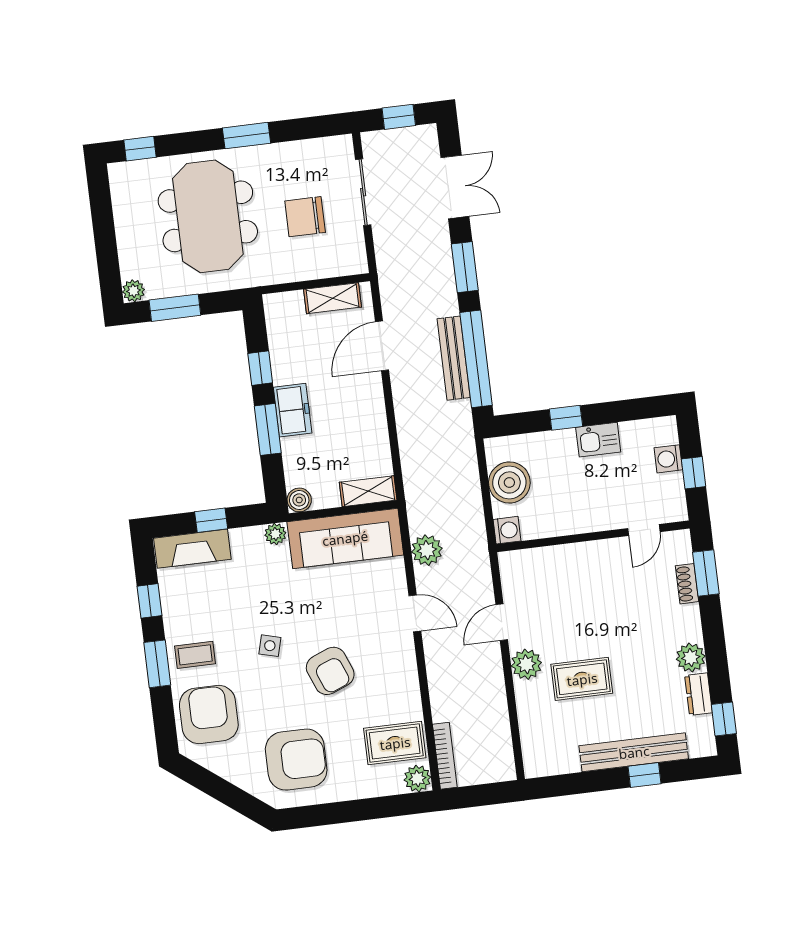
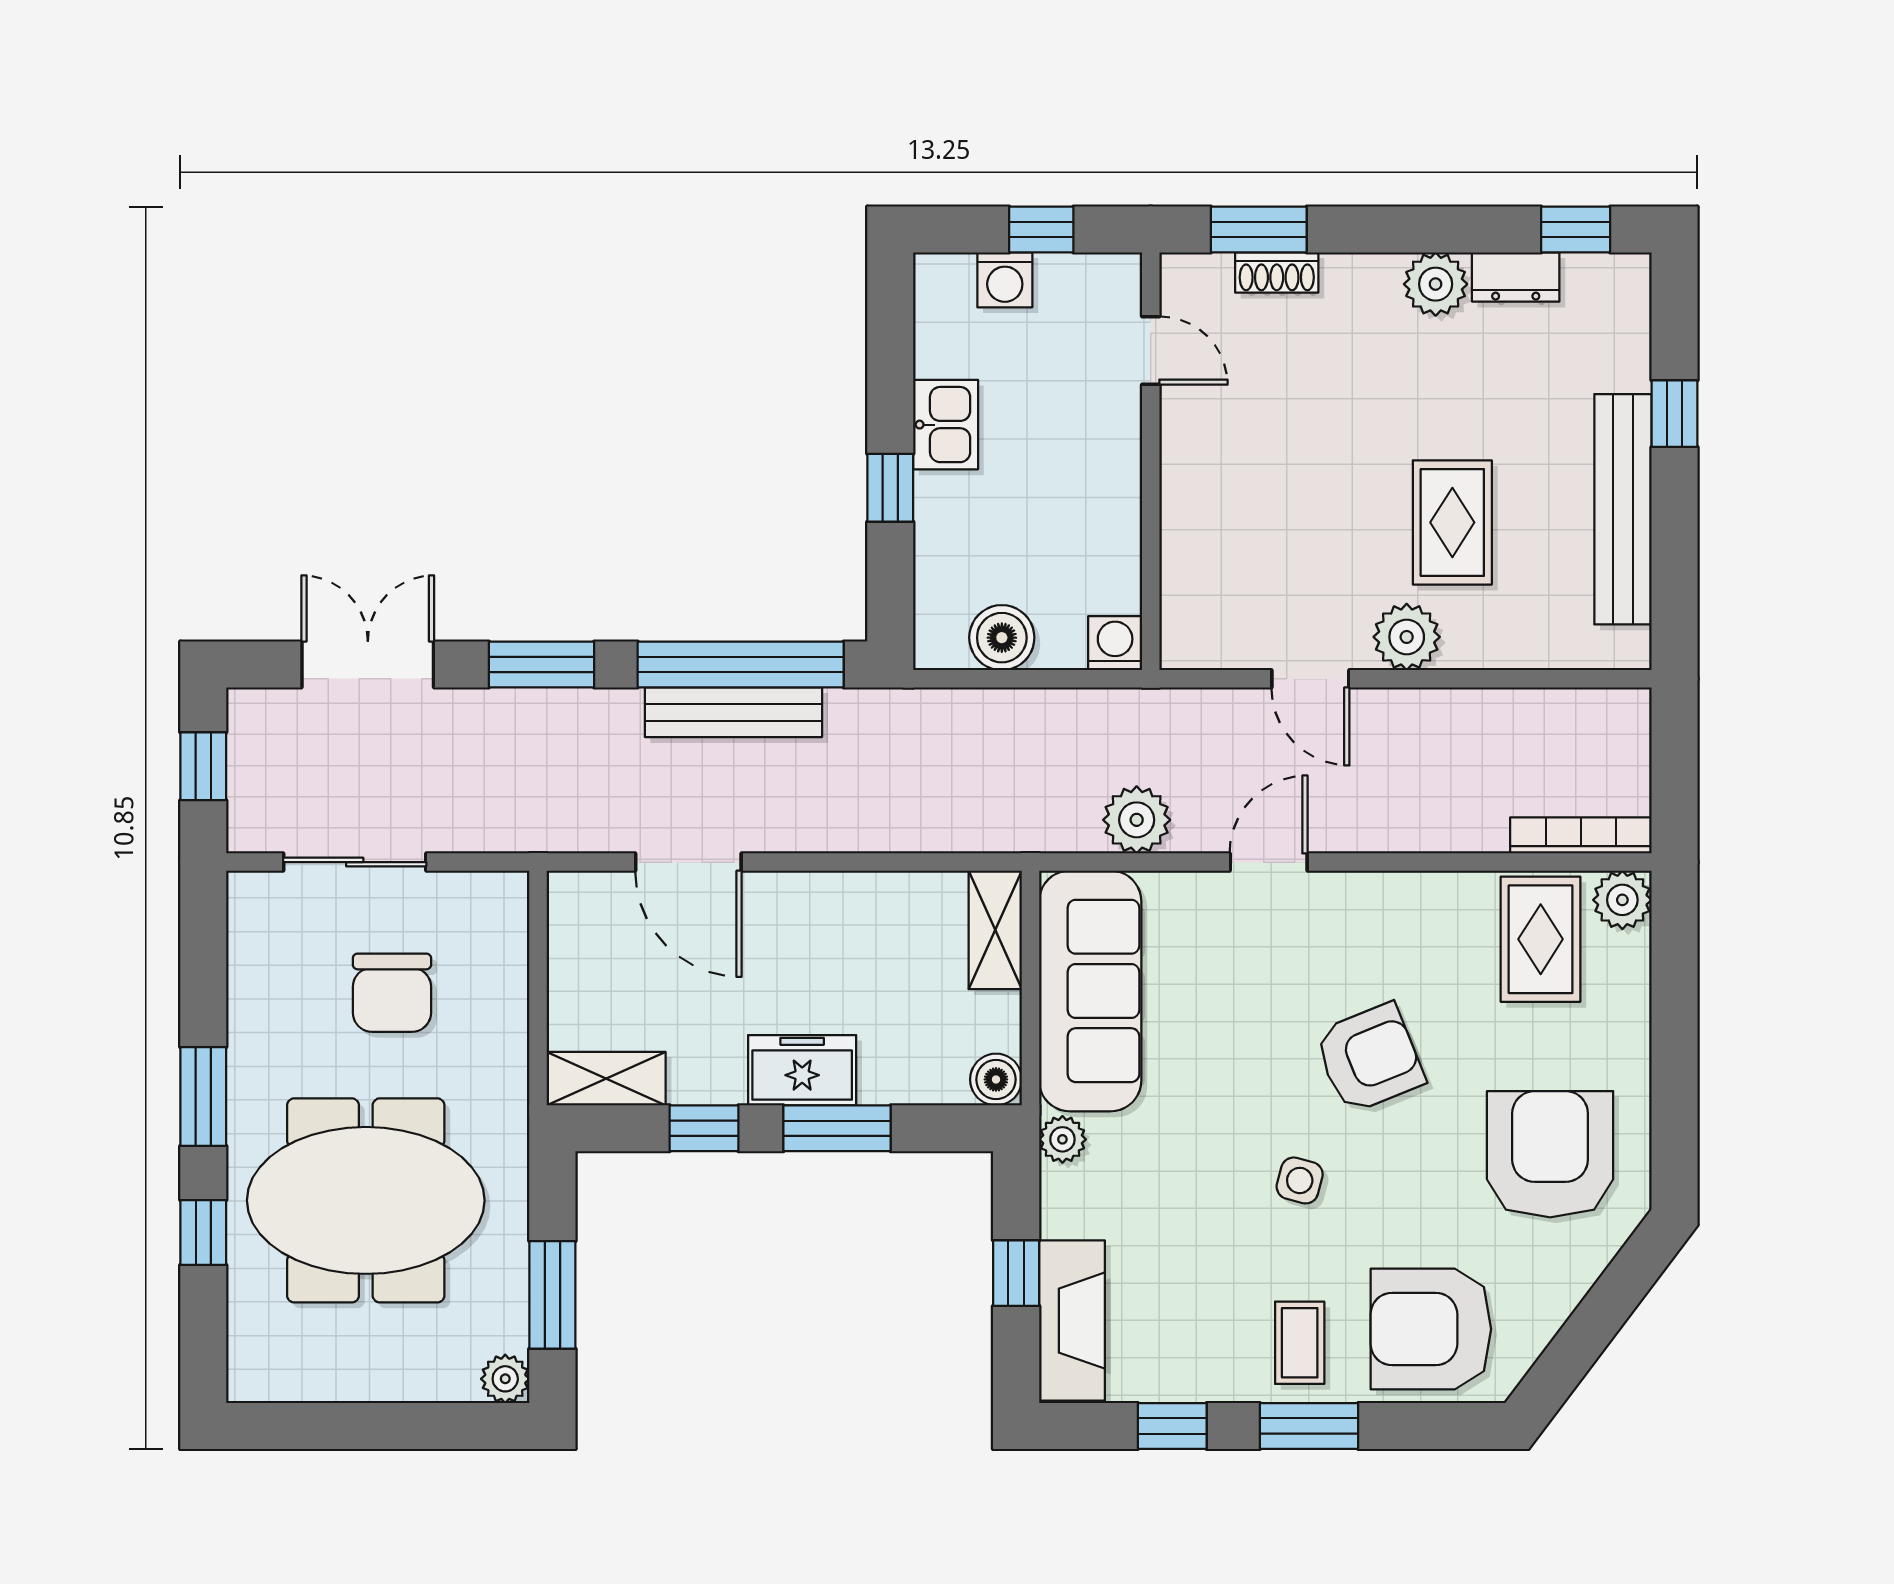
window: (140, 149) -> (203, 1232), moved
shelving: (332, 298) -> (606, 1079), moved, turned 90
boiler: (509, 482) -> (1002, 638), width x0.73, depth x0.73
bench: (634, 752) -> (1623, 509), moved

